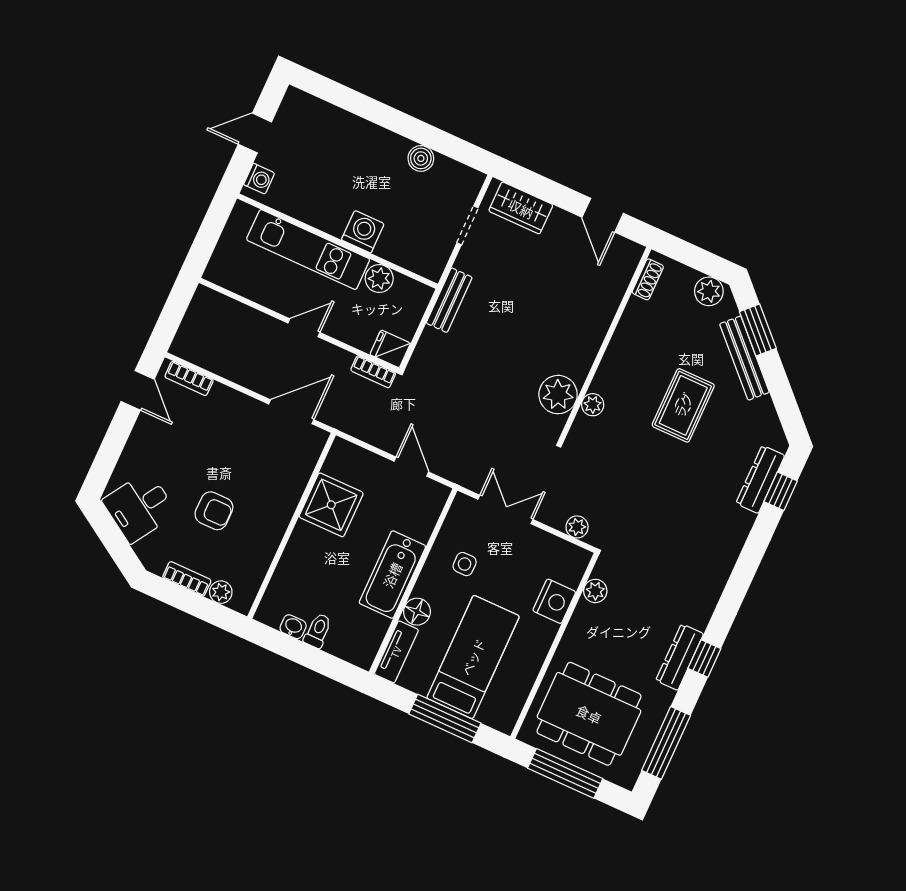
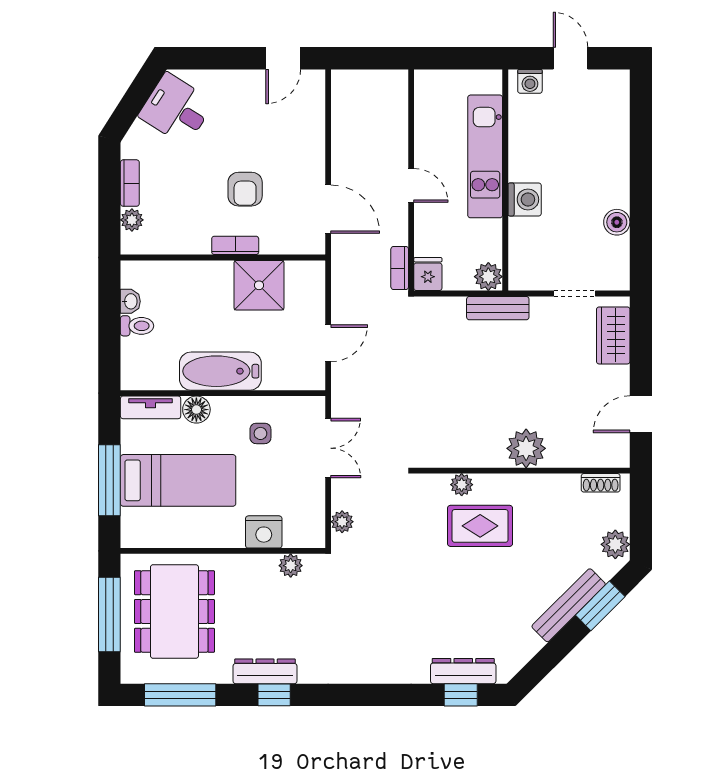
plant: (379, 278) -> (488, 277), moved
bookcase: (189, 378) -> (235, 245), moved, turned 90
plant: (558, 395) -> (526, 448), moved
rug: (683, 405) -> (480, 526), moved
armchair: (214, 511) -> (245, 189), moved

